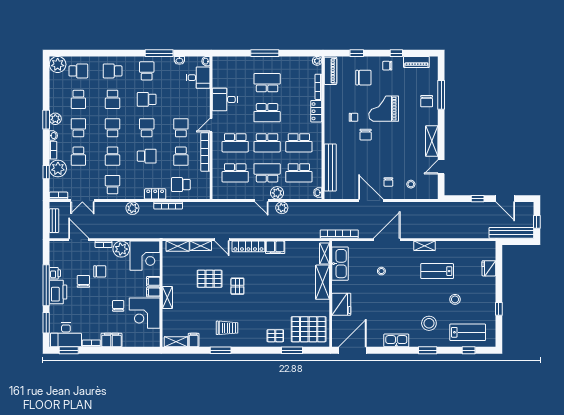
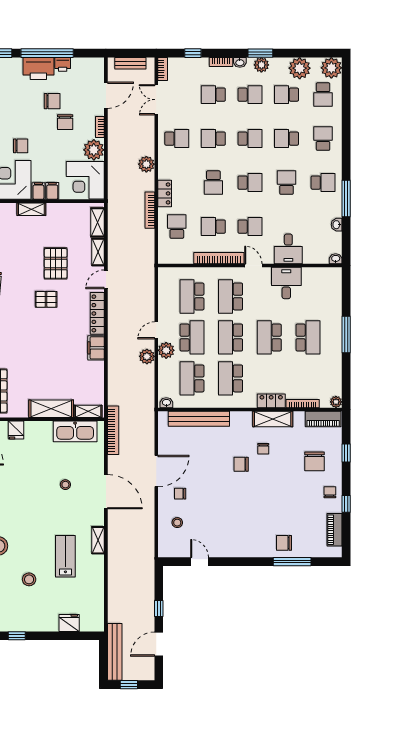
desk: (198, 78) -> (288, 249), moved
grand piano: (384, 109) -> (275, 488), removed
shelving: (432, 141) -> (273, 419), moved
plant: (58, 169) -> (300, 68), moved
fridge: (341, 304) -> (16, 430), width x0.53, depth x0.75

